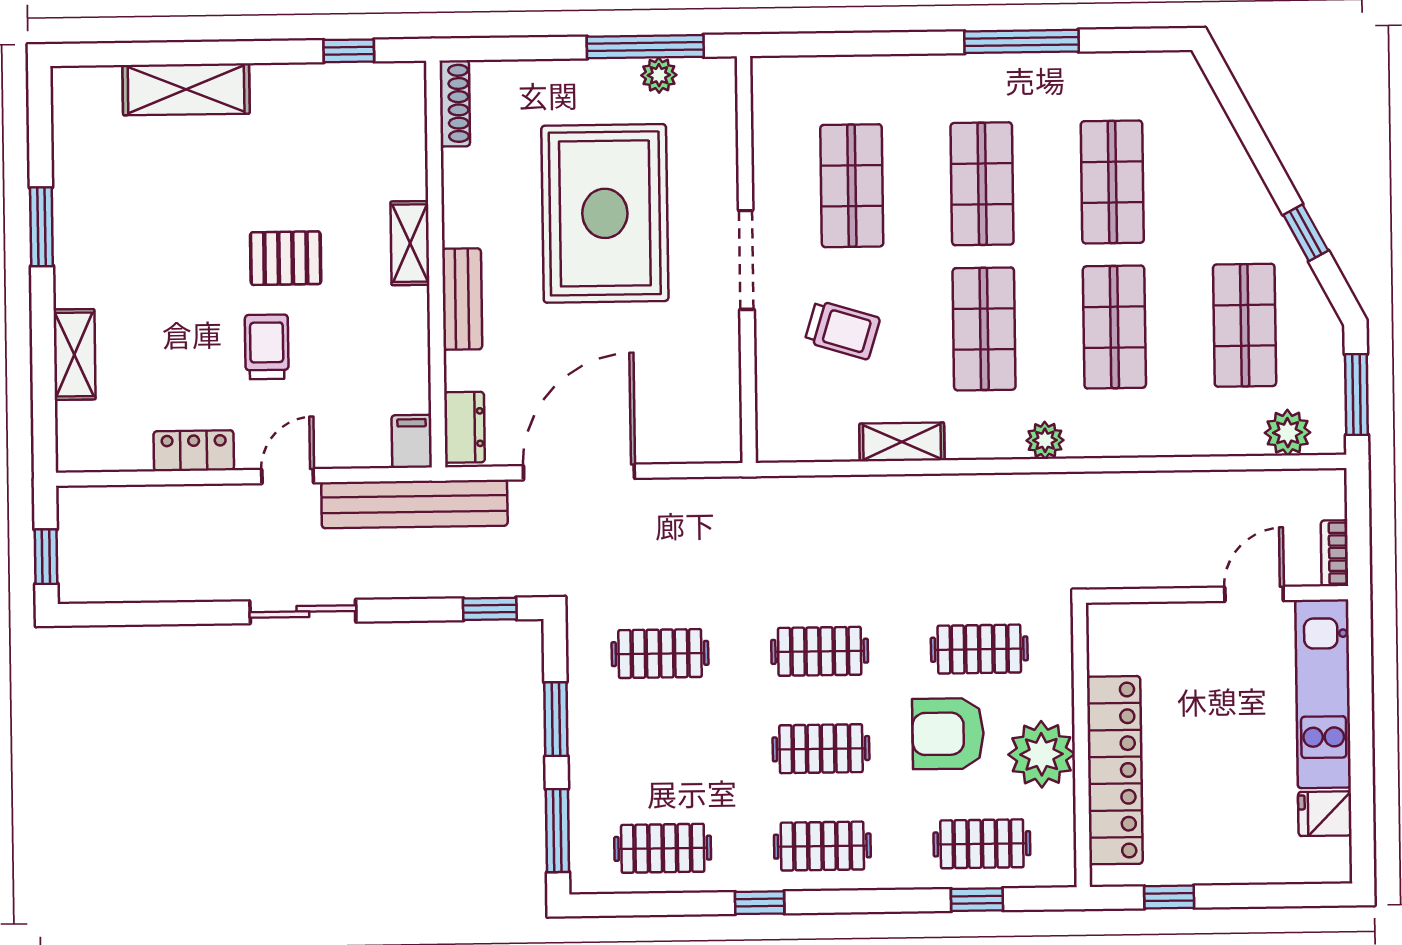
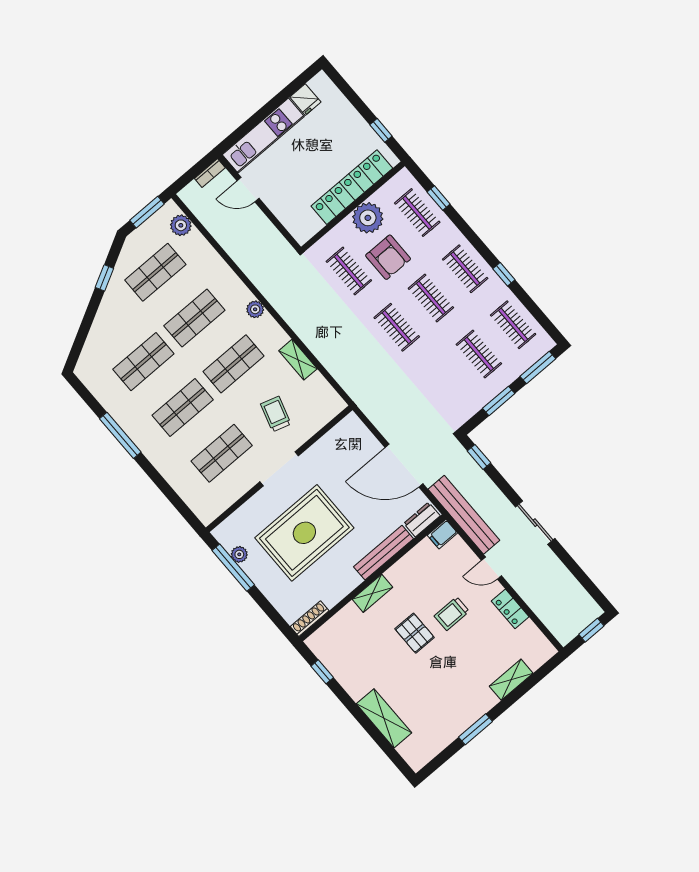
bench: (462, 299) -> (383, 553), width x1.36
clothes rail: (660, 654) -> (479, 354), moved

